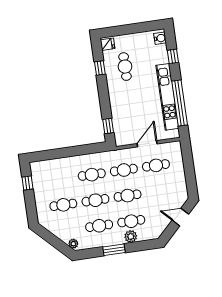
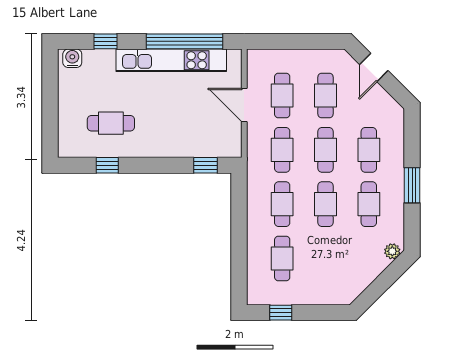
fridge: (108, 44) -> (70, 147), removed
cafe table: (160, 191) -> (325, 96), added
cafe table: (63, 205) -> (282, 258), moved
plant: (131, 237) -> (394, 154), removed

